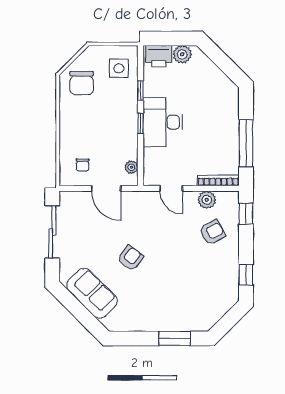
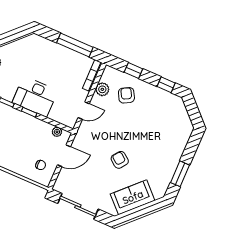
window: (246, 214) -> (133, 71), moved
window: (175, 338) -> (180, 174), moved

